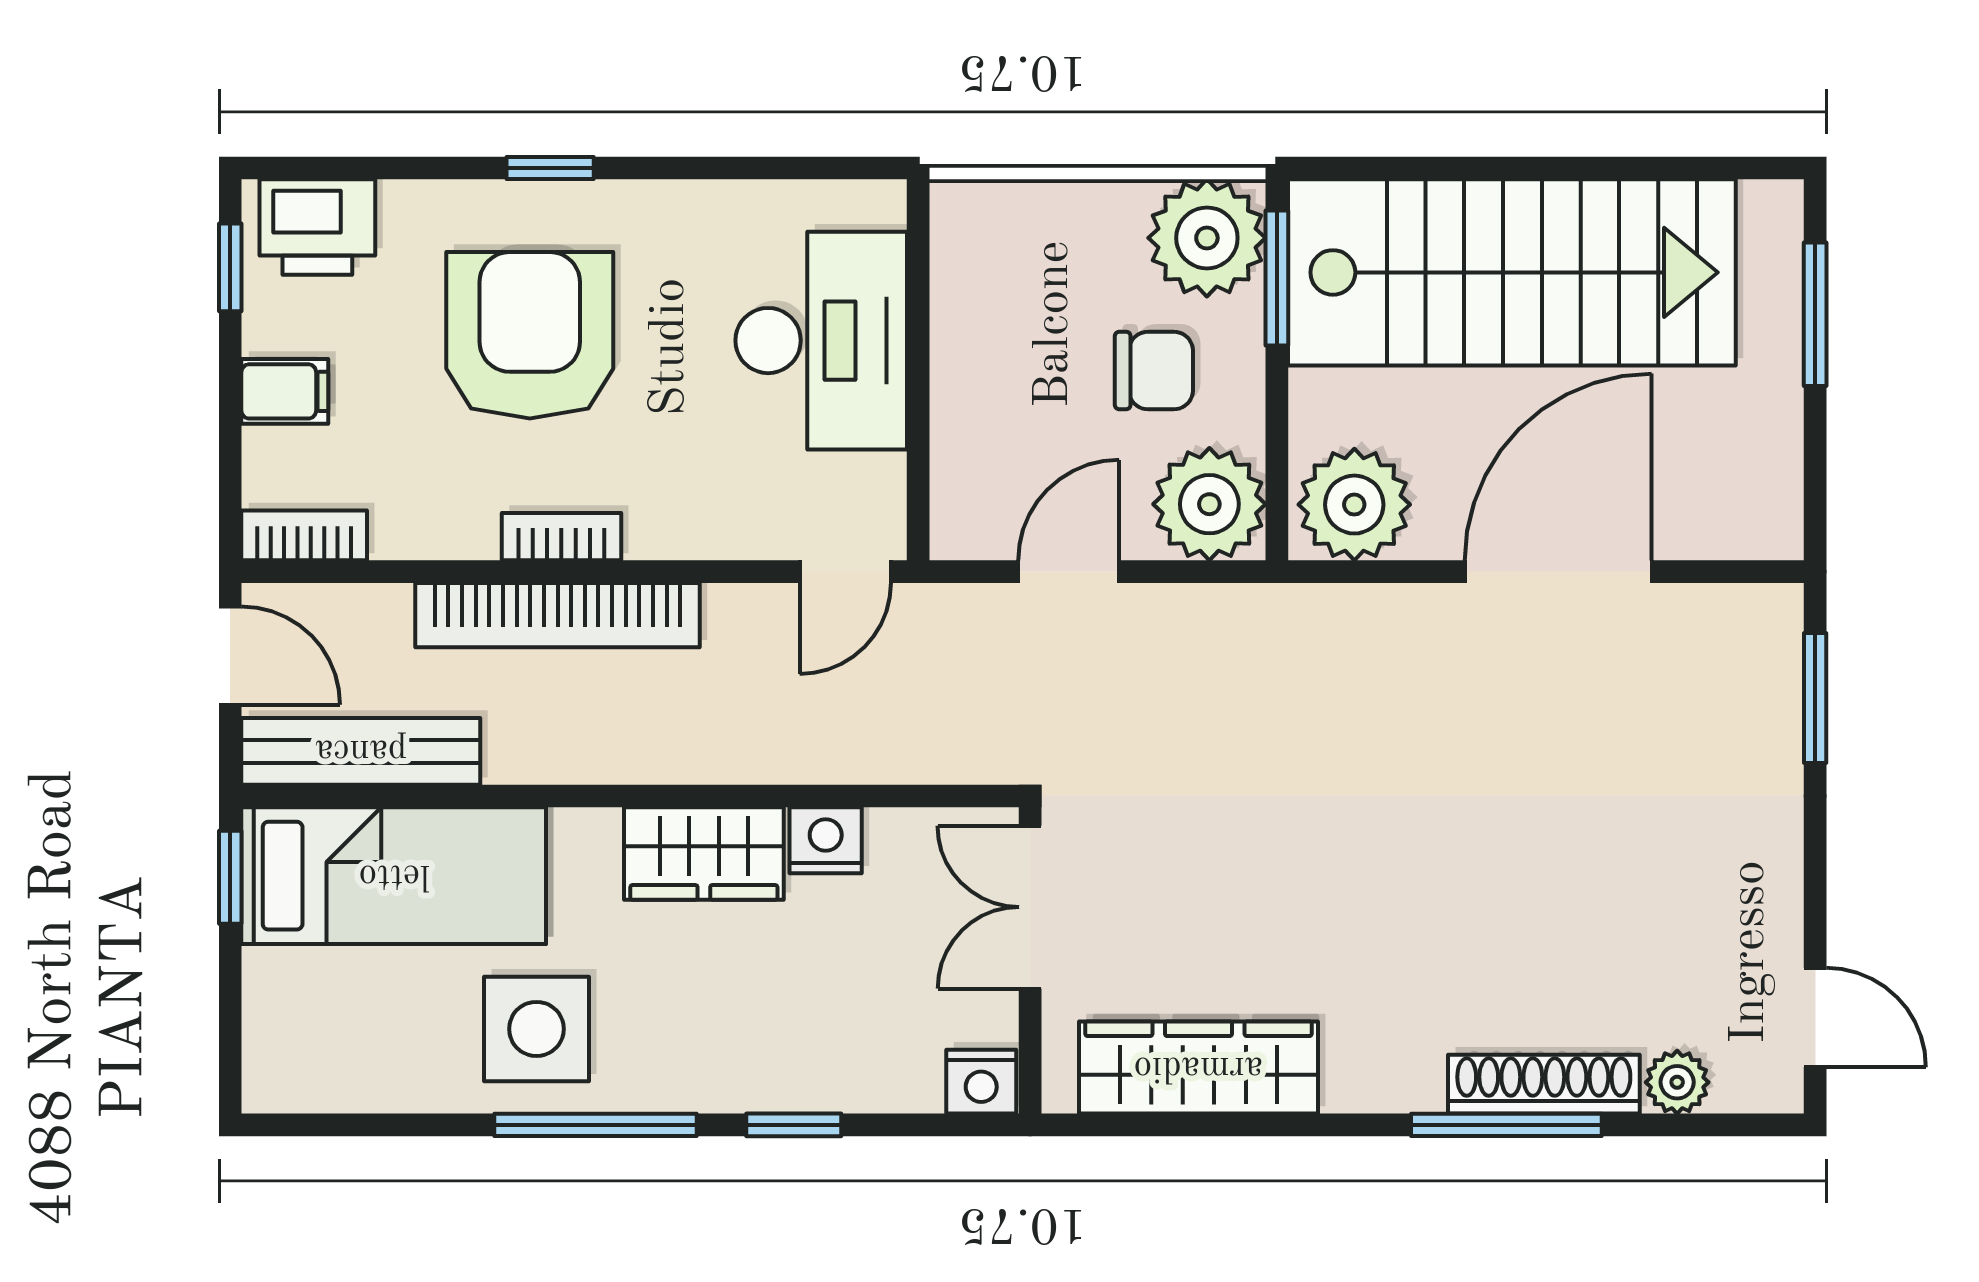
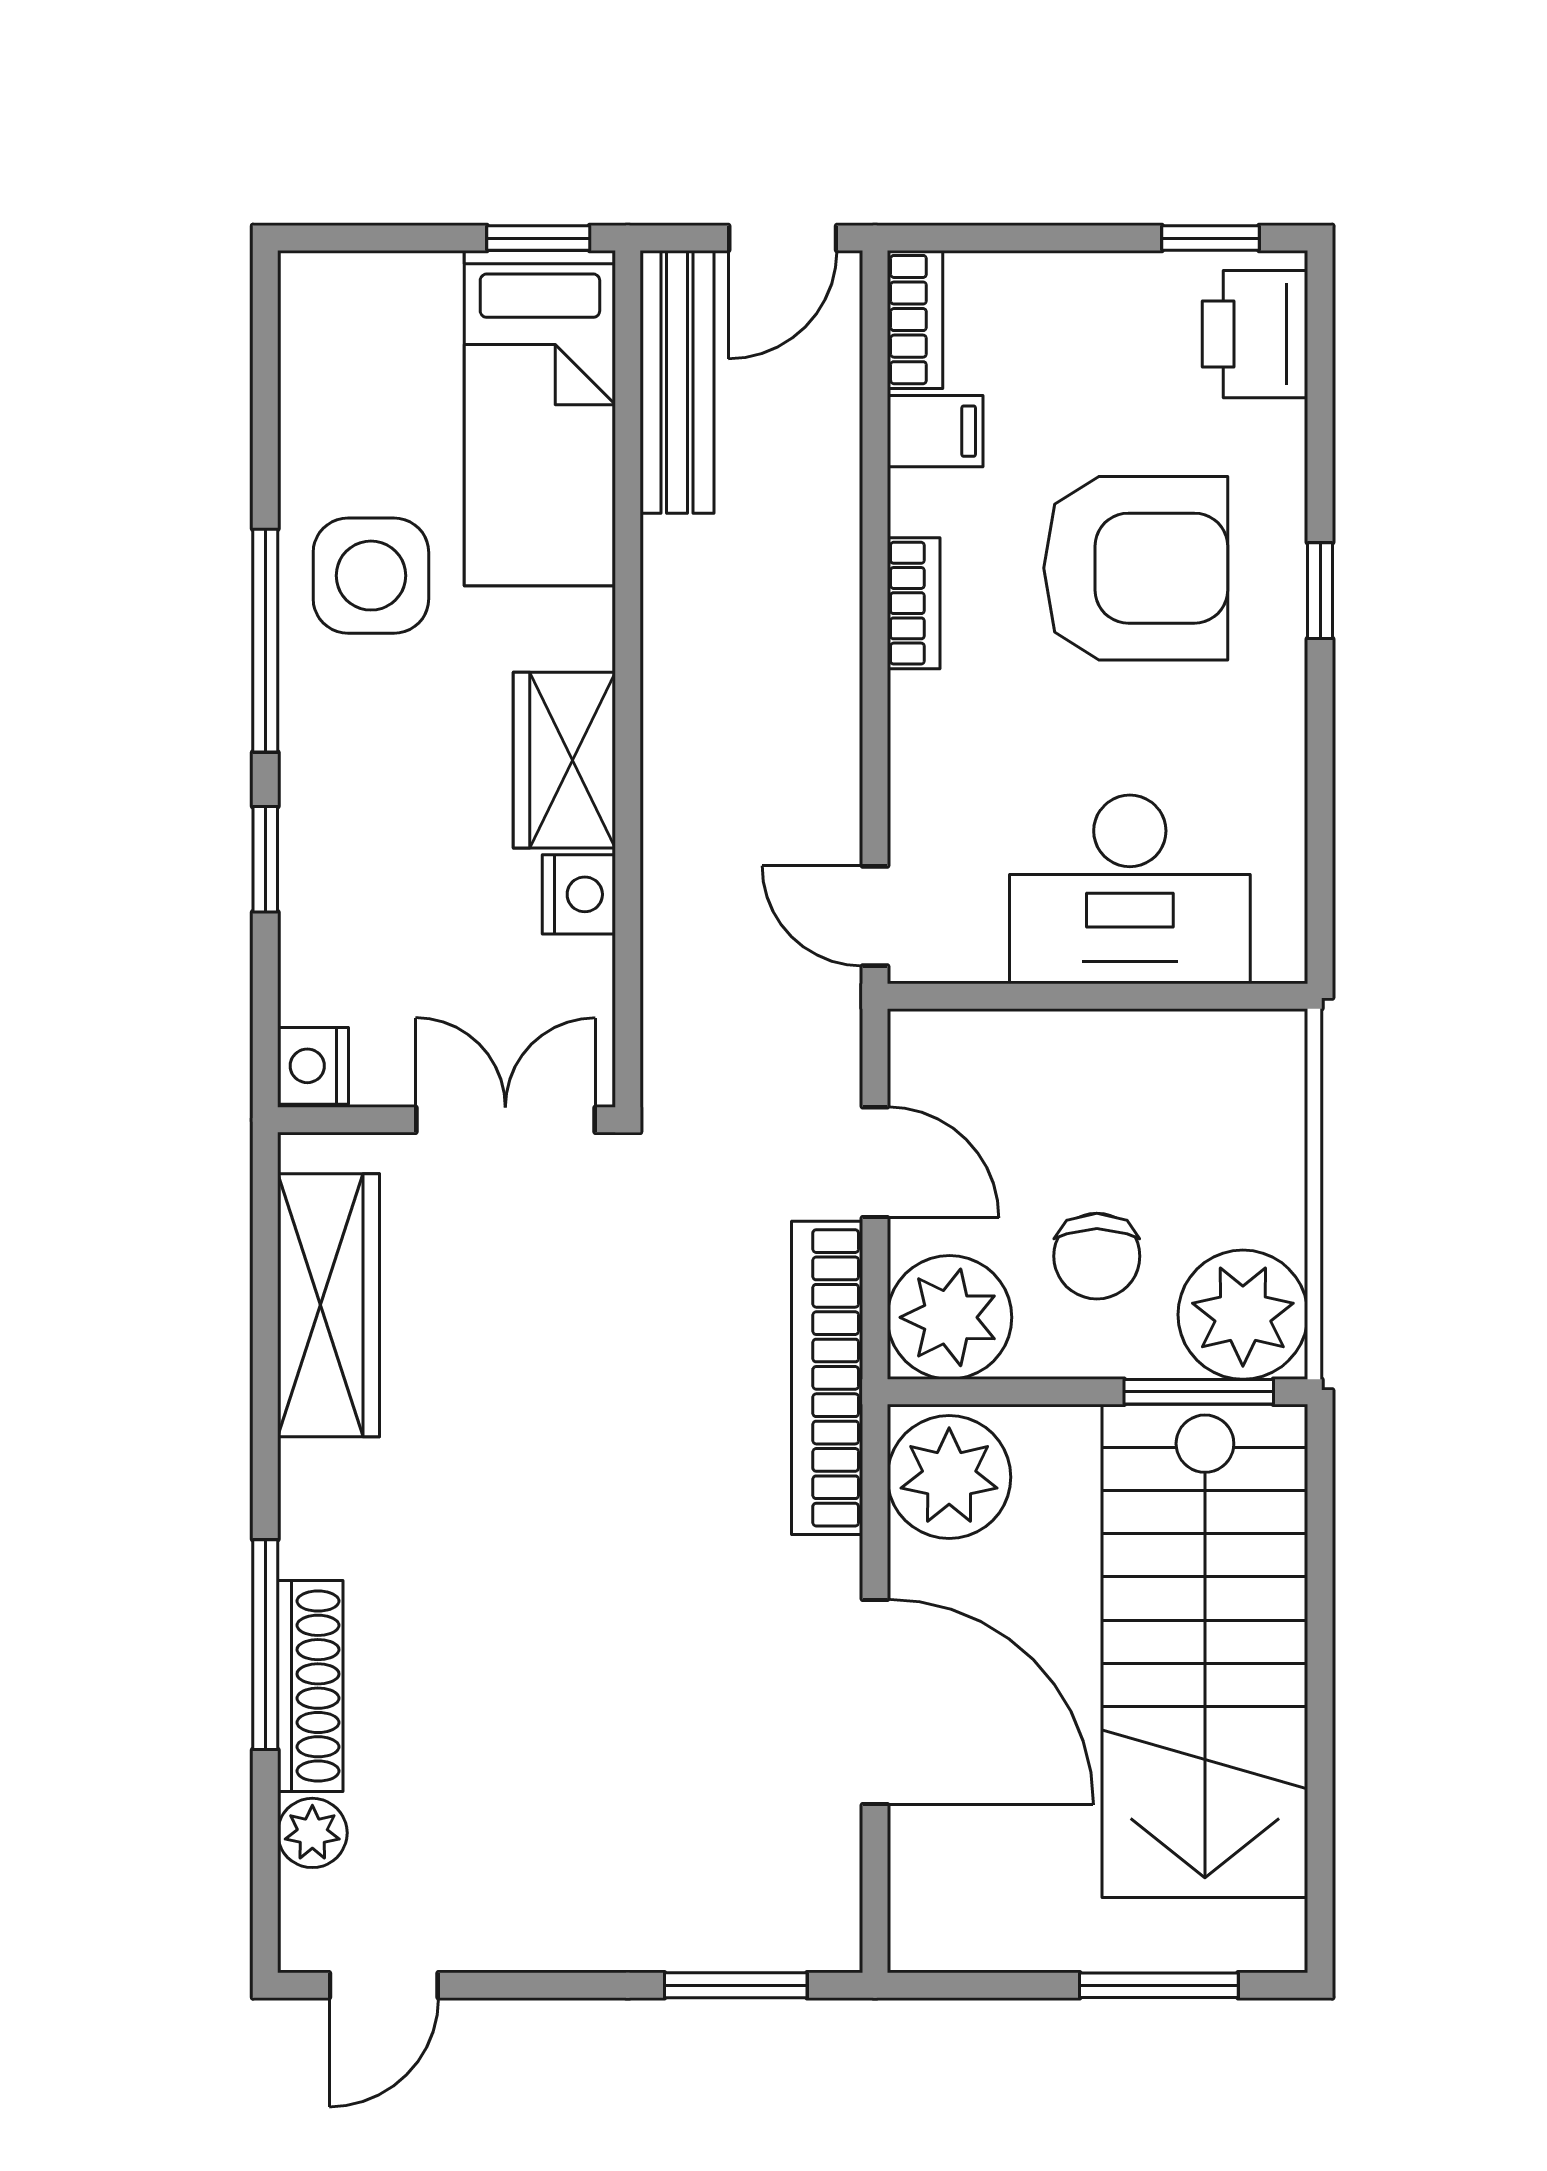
filing cabinet: (285, 391) -> (935, 431), moved, turned -90
bookcase: (558, 615) -> (827, 1378), moved

